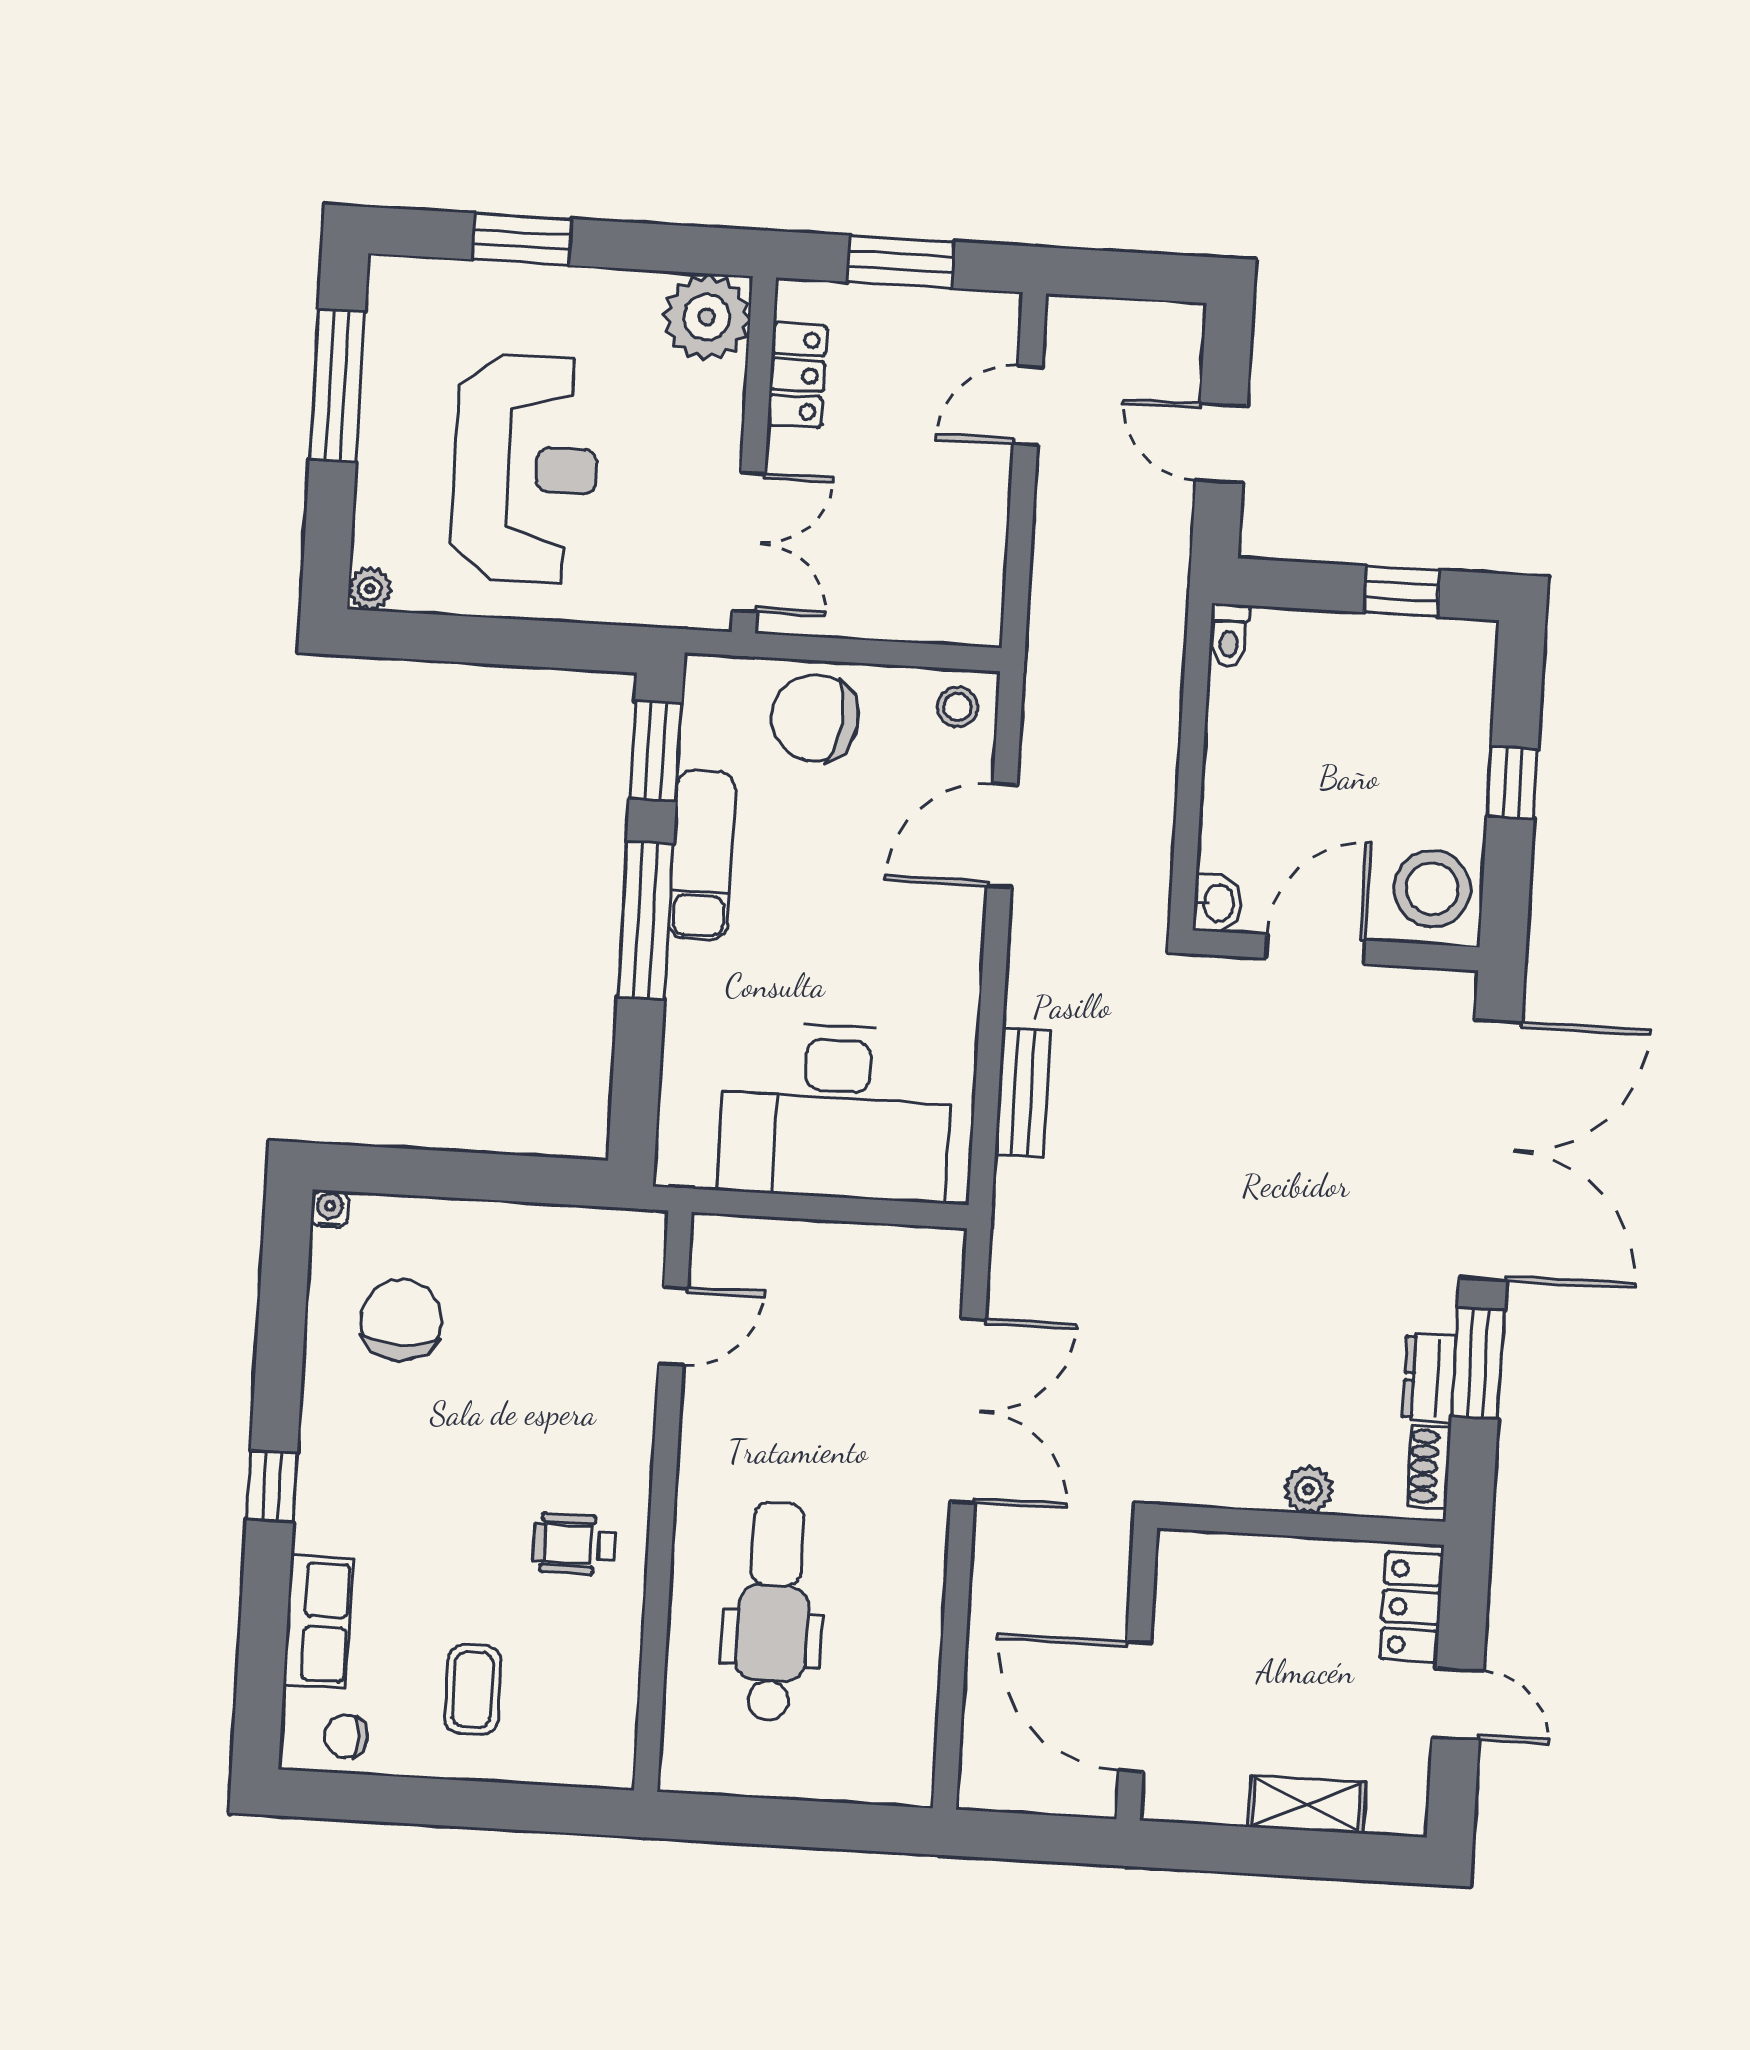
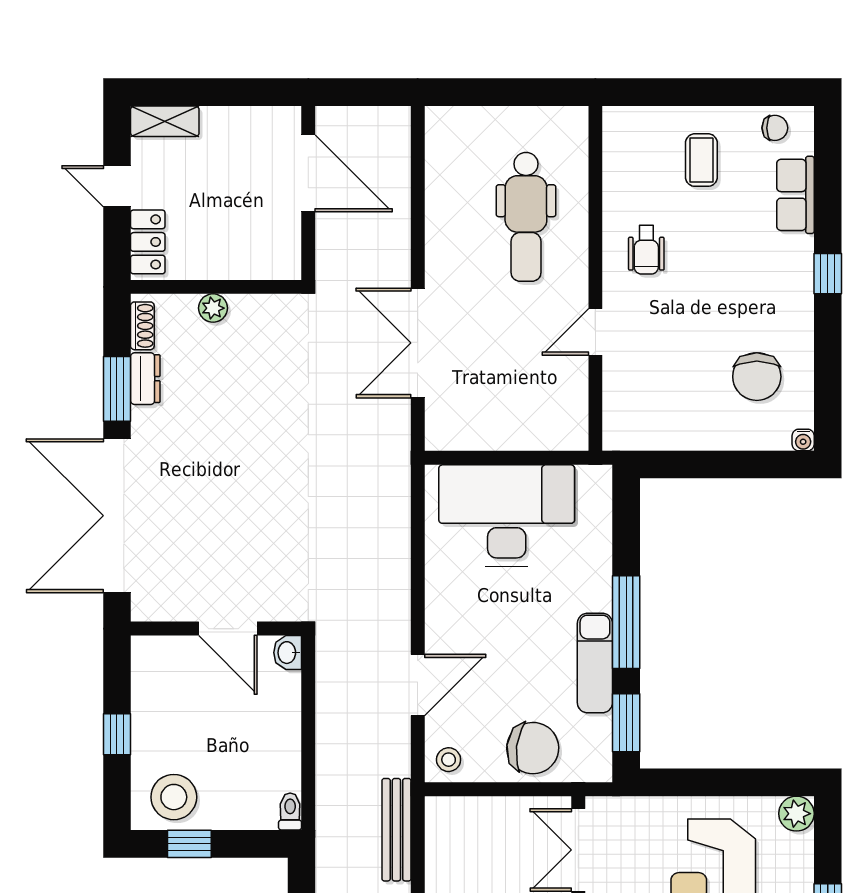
plant: (370, 589) -> (796, 814), width x1.38, depth x1.38
stool: (1432, 889) -> (174, 797), moved
door: (1315, 949) -> (228, 629), hinge flipped
bench: (1023, 1092) -> (396, 830), moved, width x1.36
door: (673, 1326) -> (595, 332), moved
wheelchair: (574, 1544) -> (646, 250), turned 90
shelving: (1307, 1805) -> (165, 121), moved

